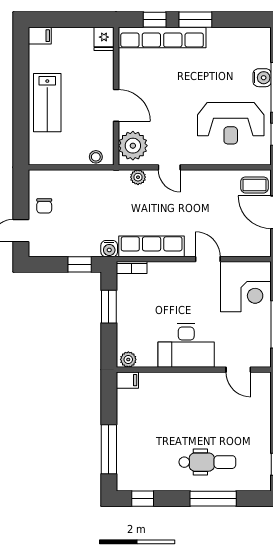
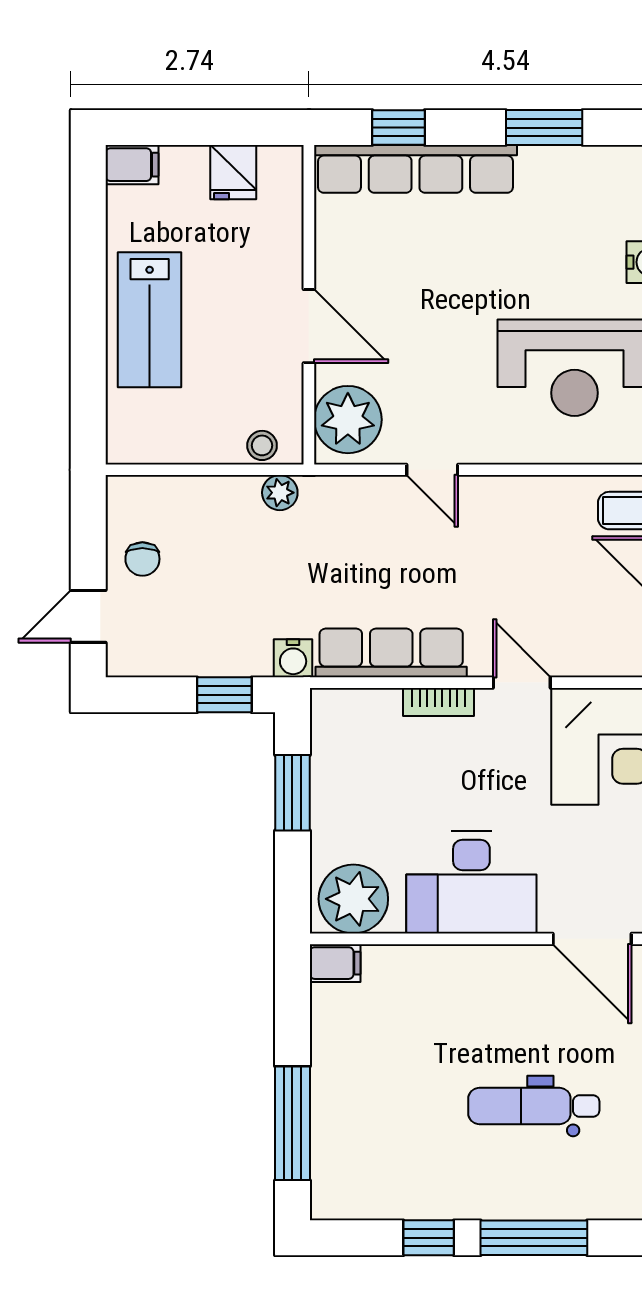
window: (195, 20) -> (544, 128), moved
fridge: (104, 39) -> (233, 172), moved
plant: (138, 177) -> (280, 493), moved
bookcase: (132, 268) -> (439, 702), moved
plant: (128, 360) -> (353, 899), width x1.88, depth x1.88
door: (238, 370) -> (592, 939), width x1.37
dental chair: (207, 462) -> (534, 1106), moved, turned 180
window: (143, 499) -> (429, 1238), moved

